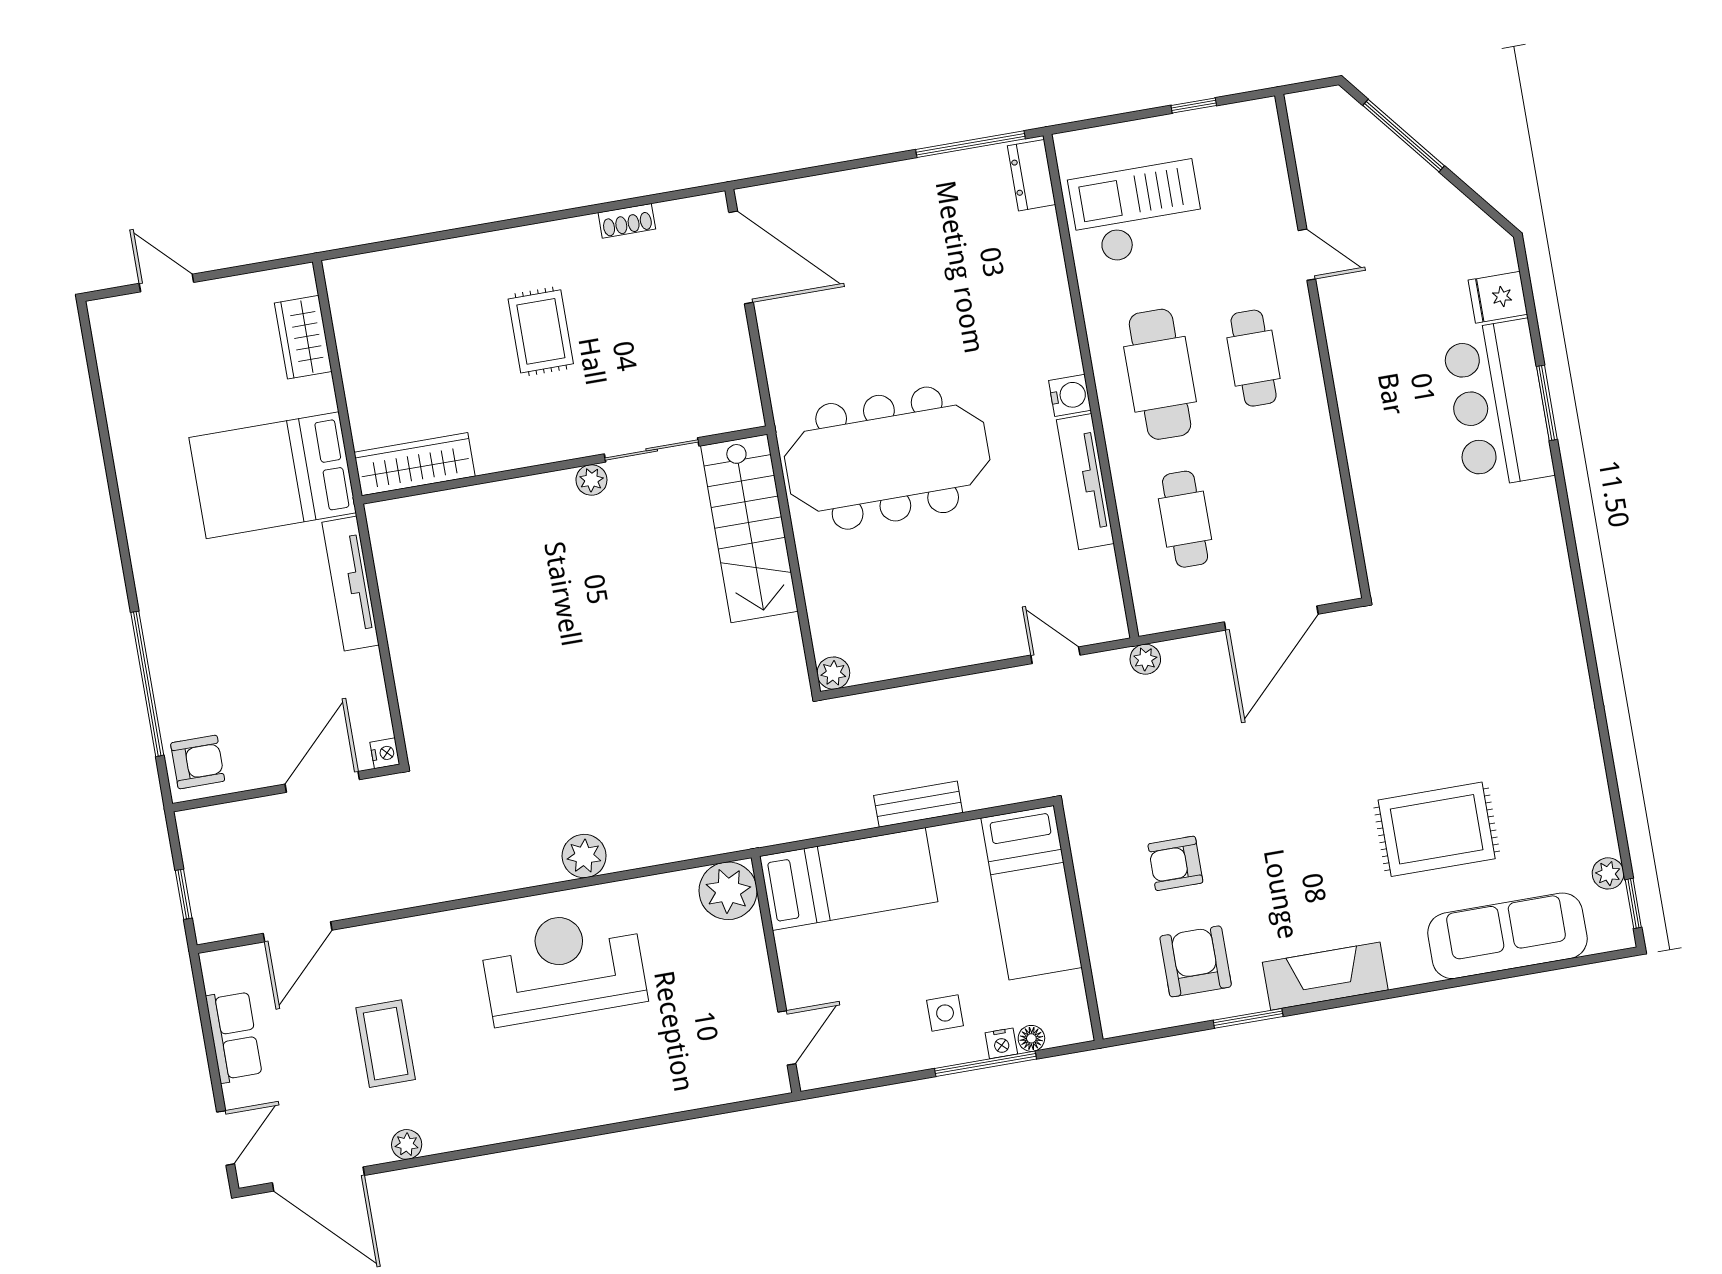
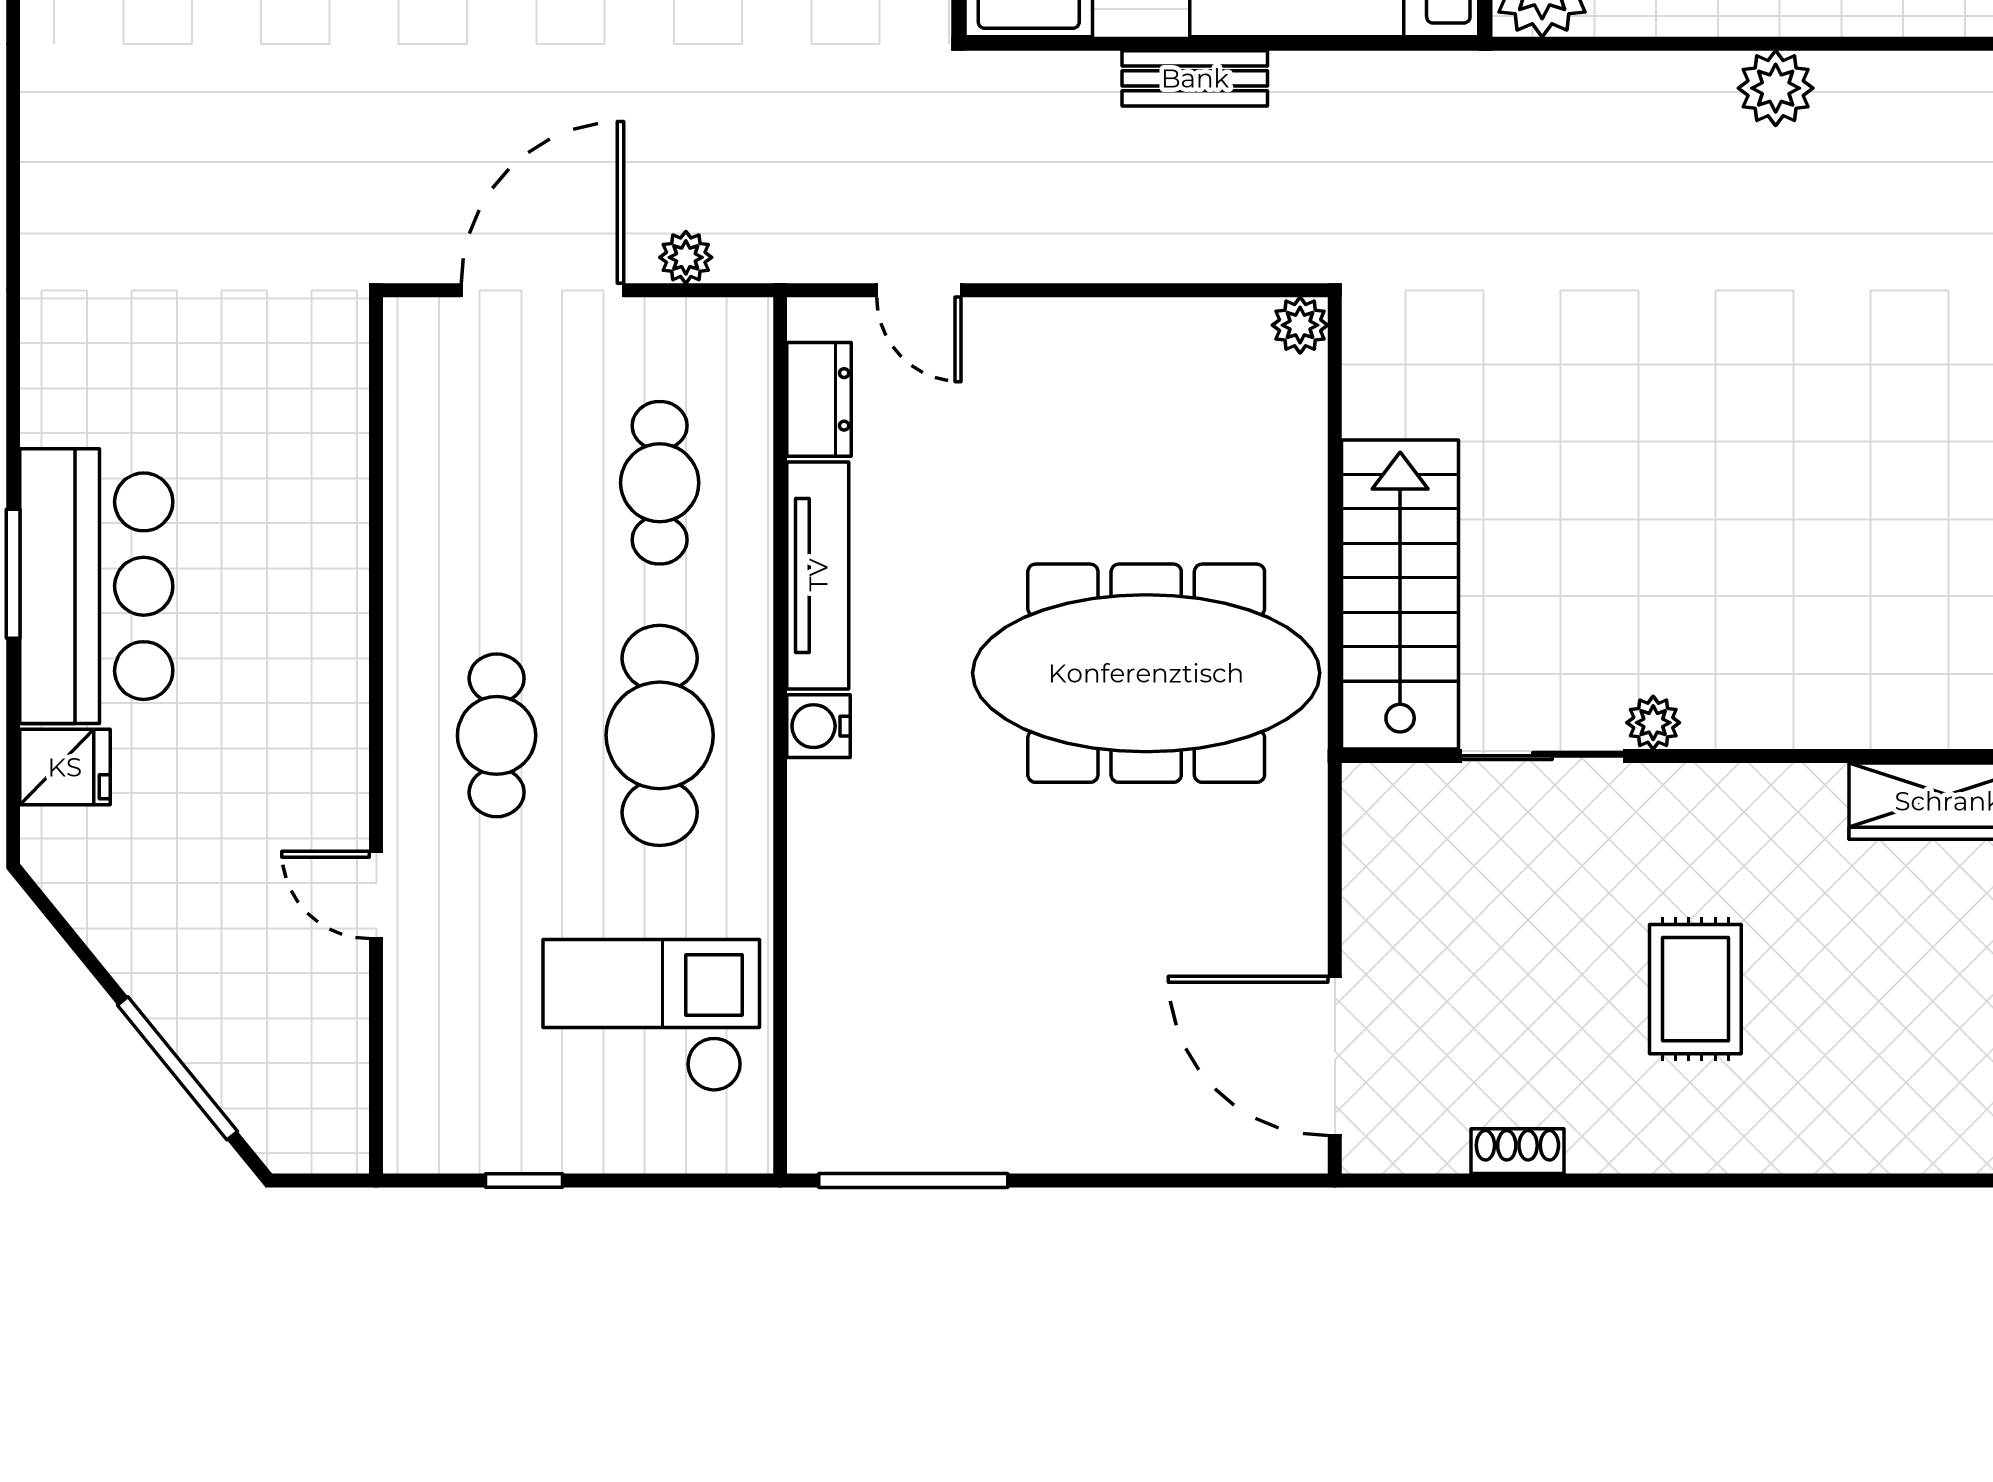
dresser: (1031, 175) -> (819, 399), moved
checkout: (1137, 213) -> (651, 1015), turned 180
plant: (1145, 659) -> (686, 257), moved

